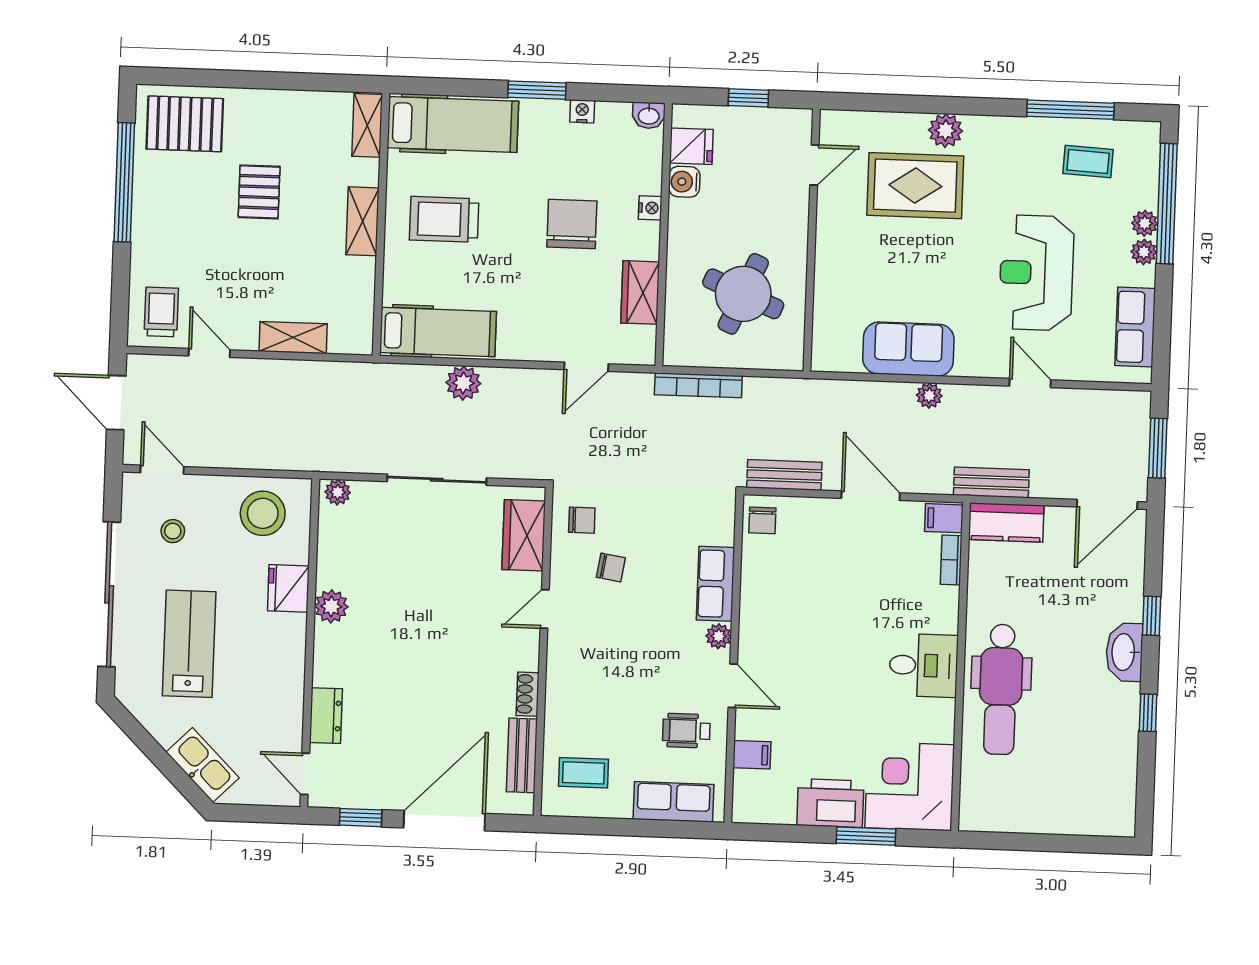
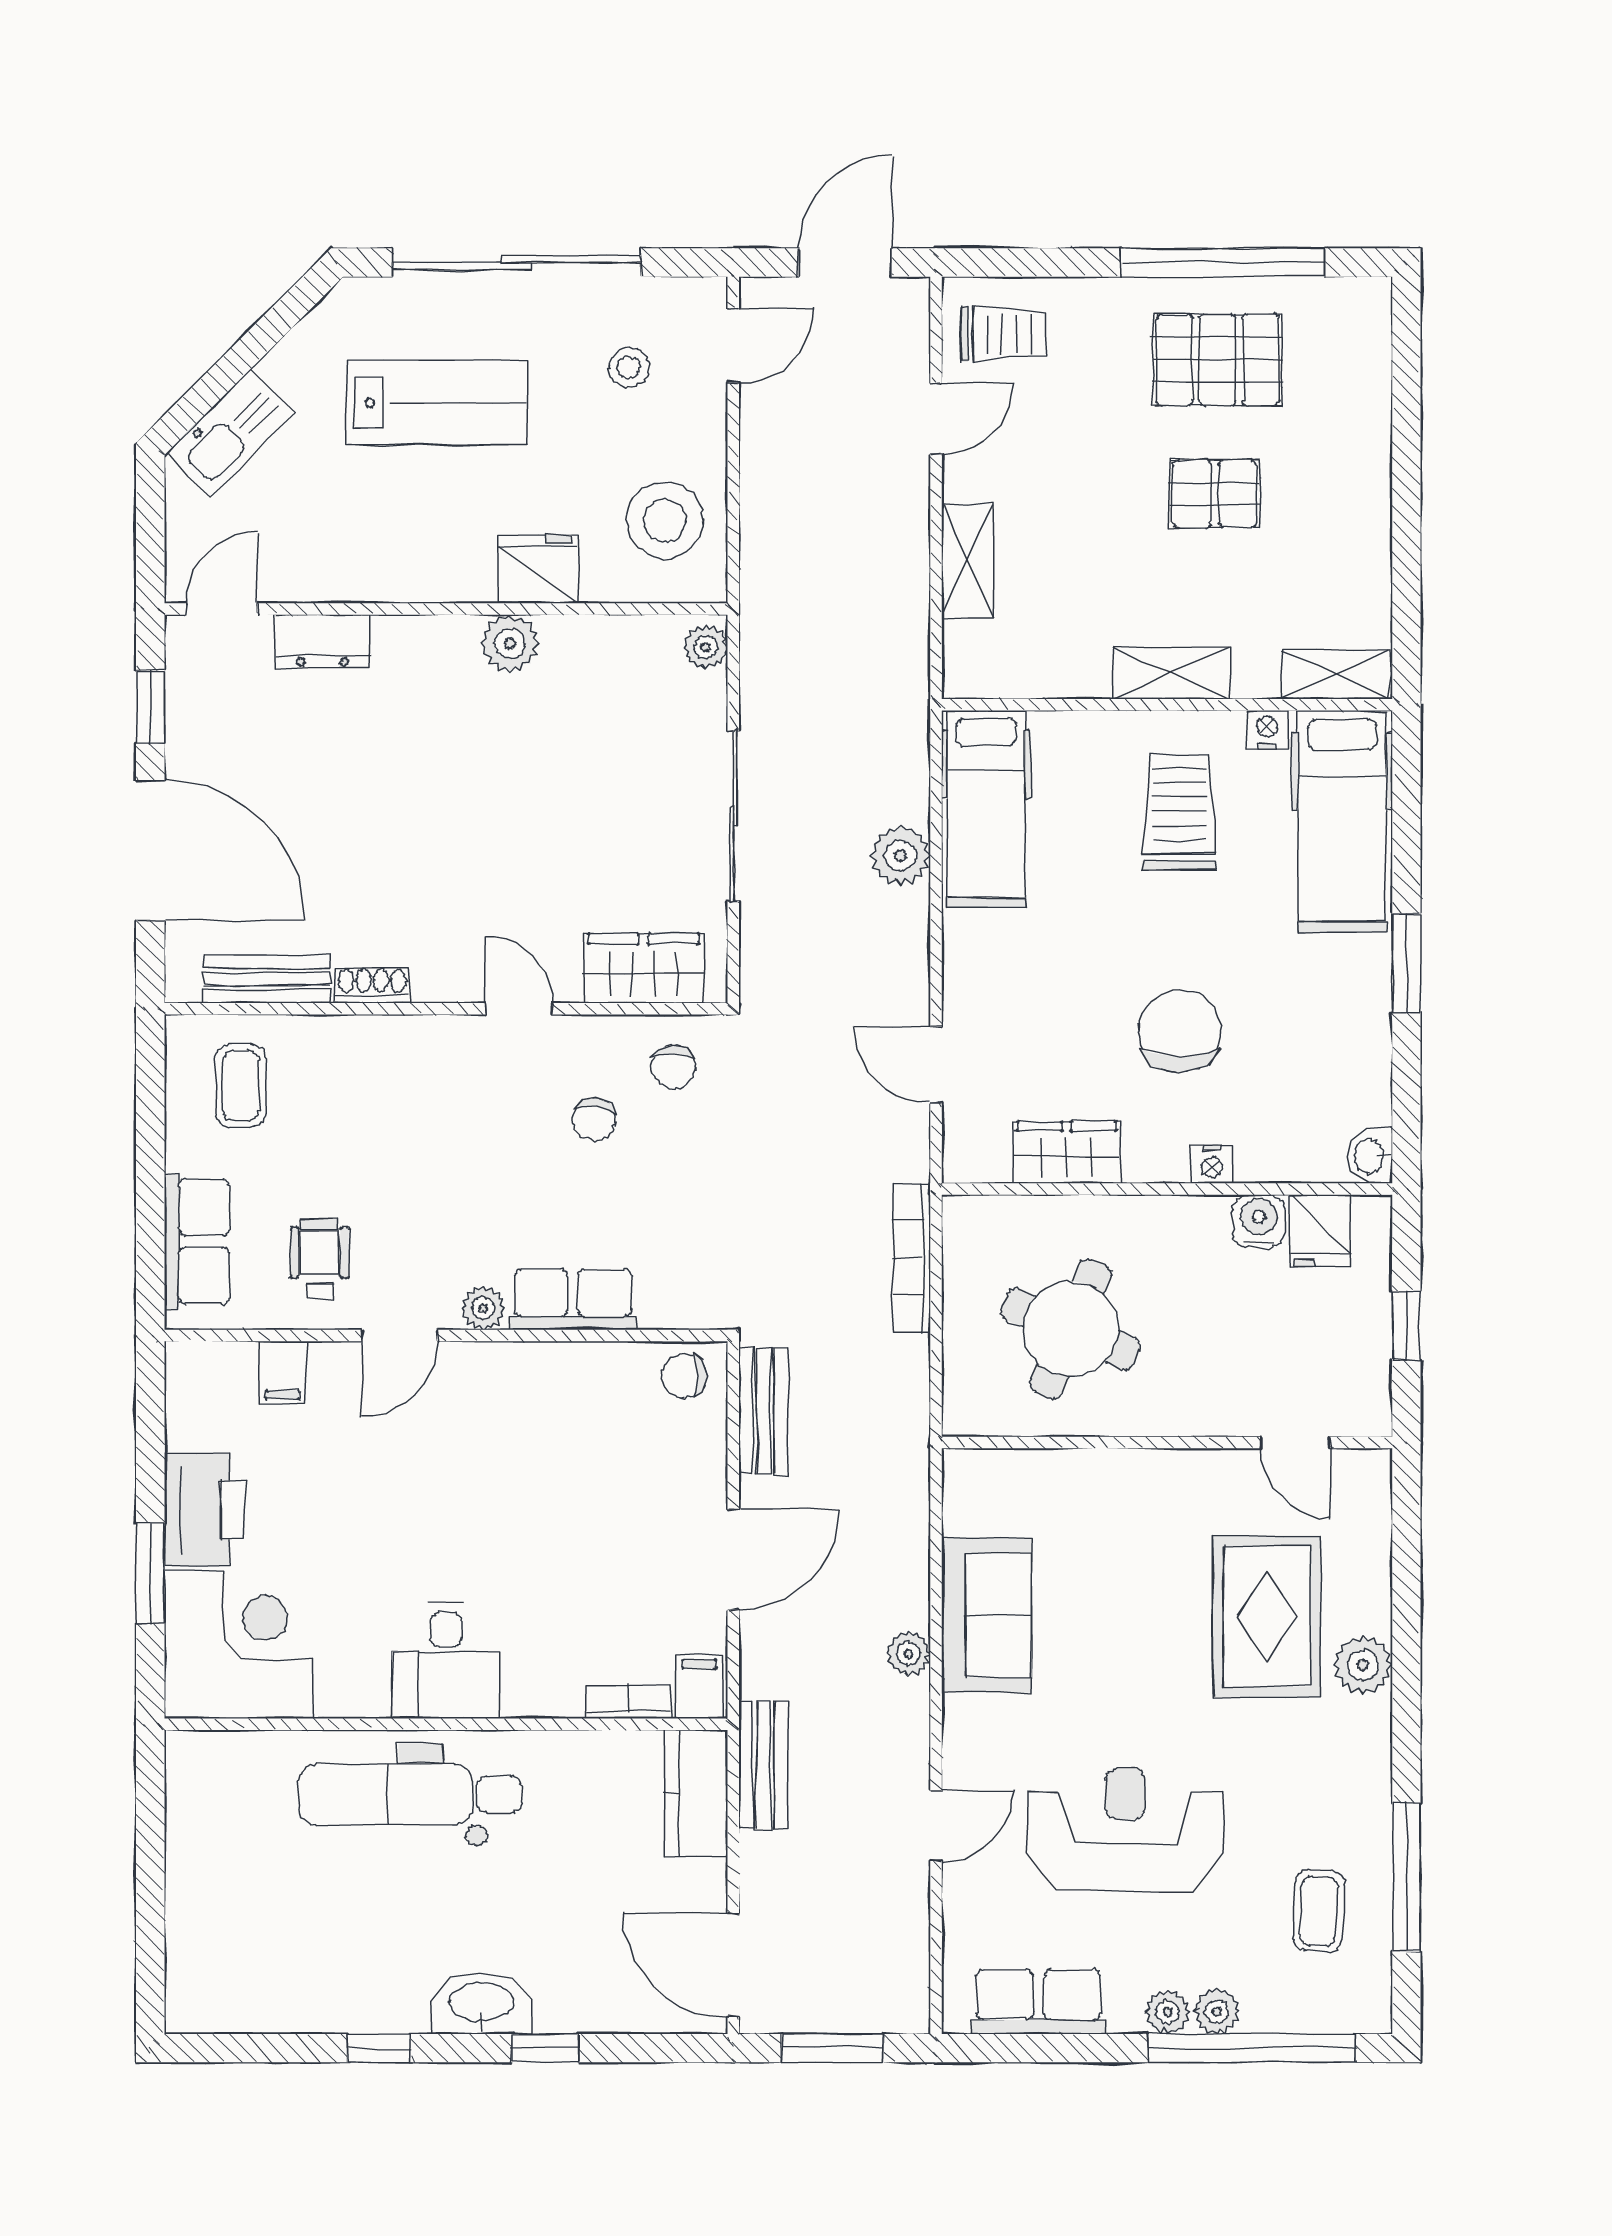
nightstand: (582, 111) -> (1267, 730), moved, turned -90
pallet: (185, 124) -> (1218, 360), moved, turned 90
chair: (572, 224) -> (1179, 1031), turned -90

